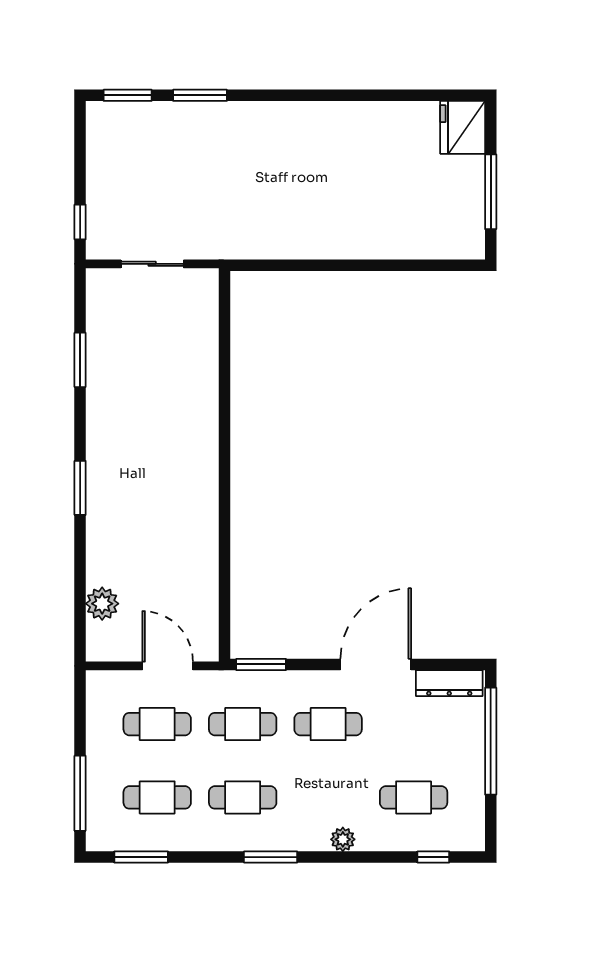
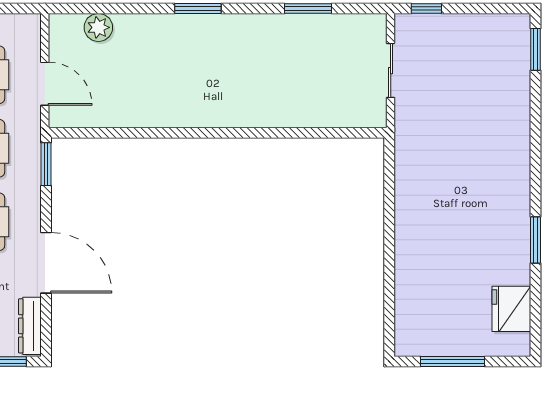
window: (200, 95) -> (535, 240), moved
fridge: (463, 127) -> (511, 309), moved, turned -90
door: (168, 666) -> (45, 84), hinge flipped

